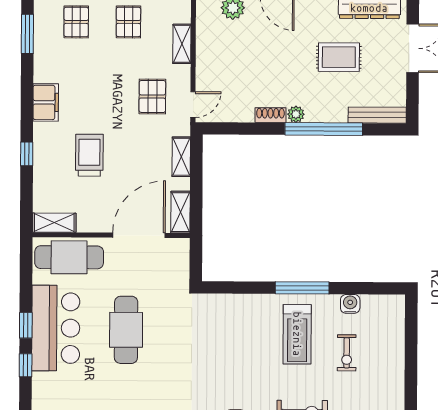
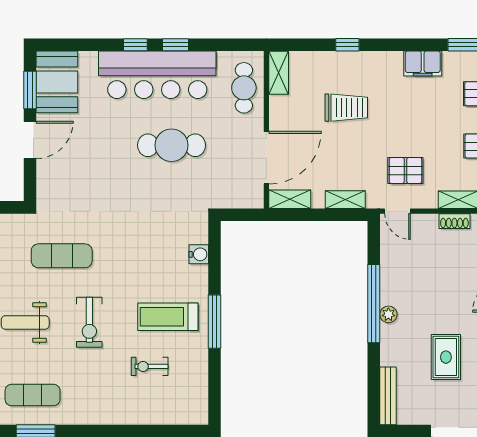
filing cabinet: (46, 102) -> (423, 64), moved
shoe rack: (270, 115) -> (454, 221), moved, turned 90
window: (324, 129) -> (374, 304), moved
door: (139, 235) -> (266, 158), hinge flipped
cafe table: (69, 257) -> (244, 88), width x0.73, depth x0.74
water cooler: (350, 304) -> (199, 254), moved
bar counter: (56, 328) -> (157, 75), width x1.36

